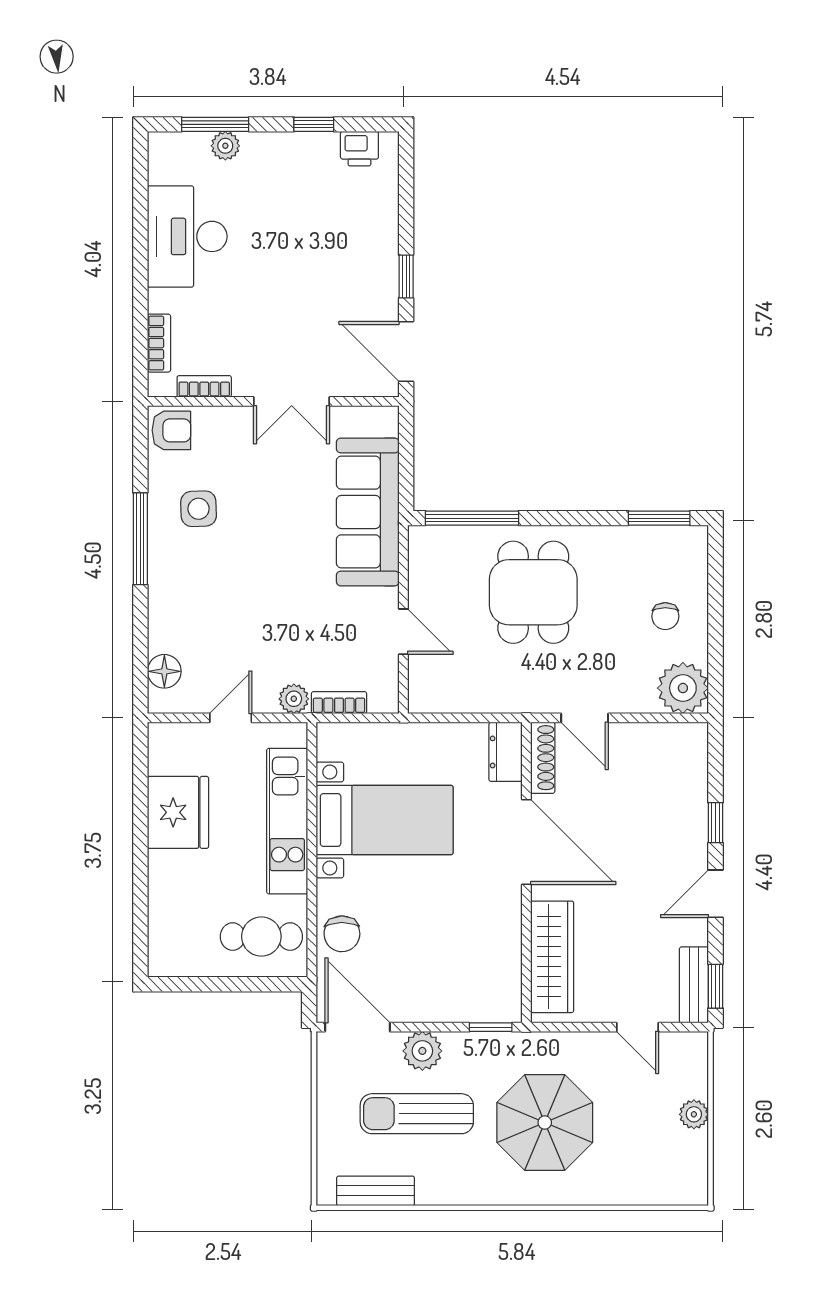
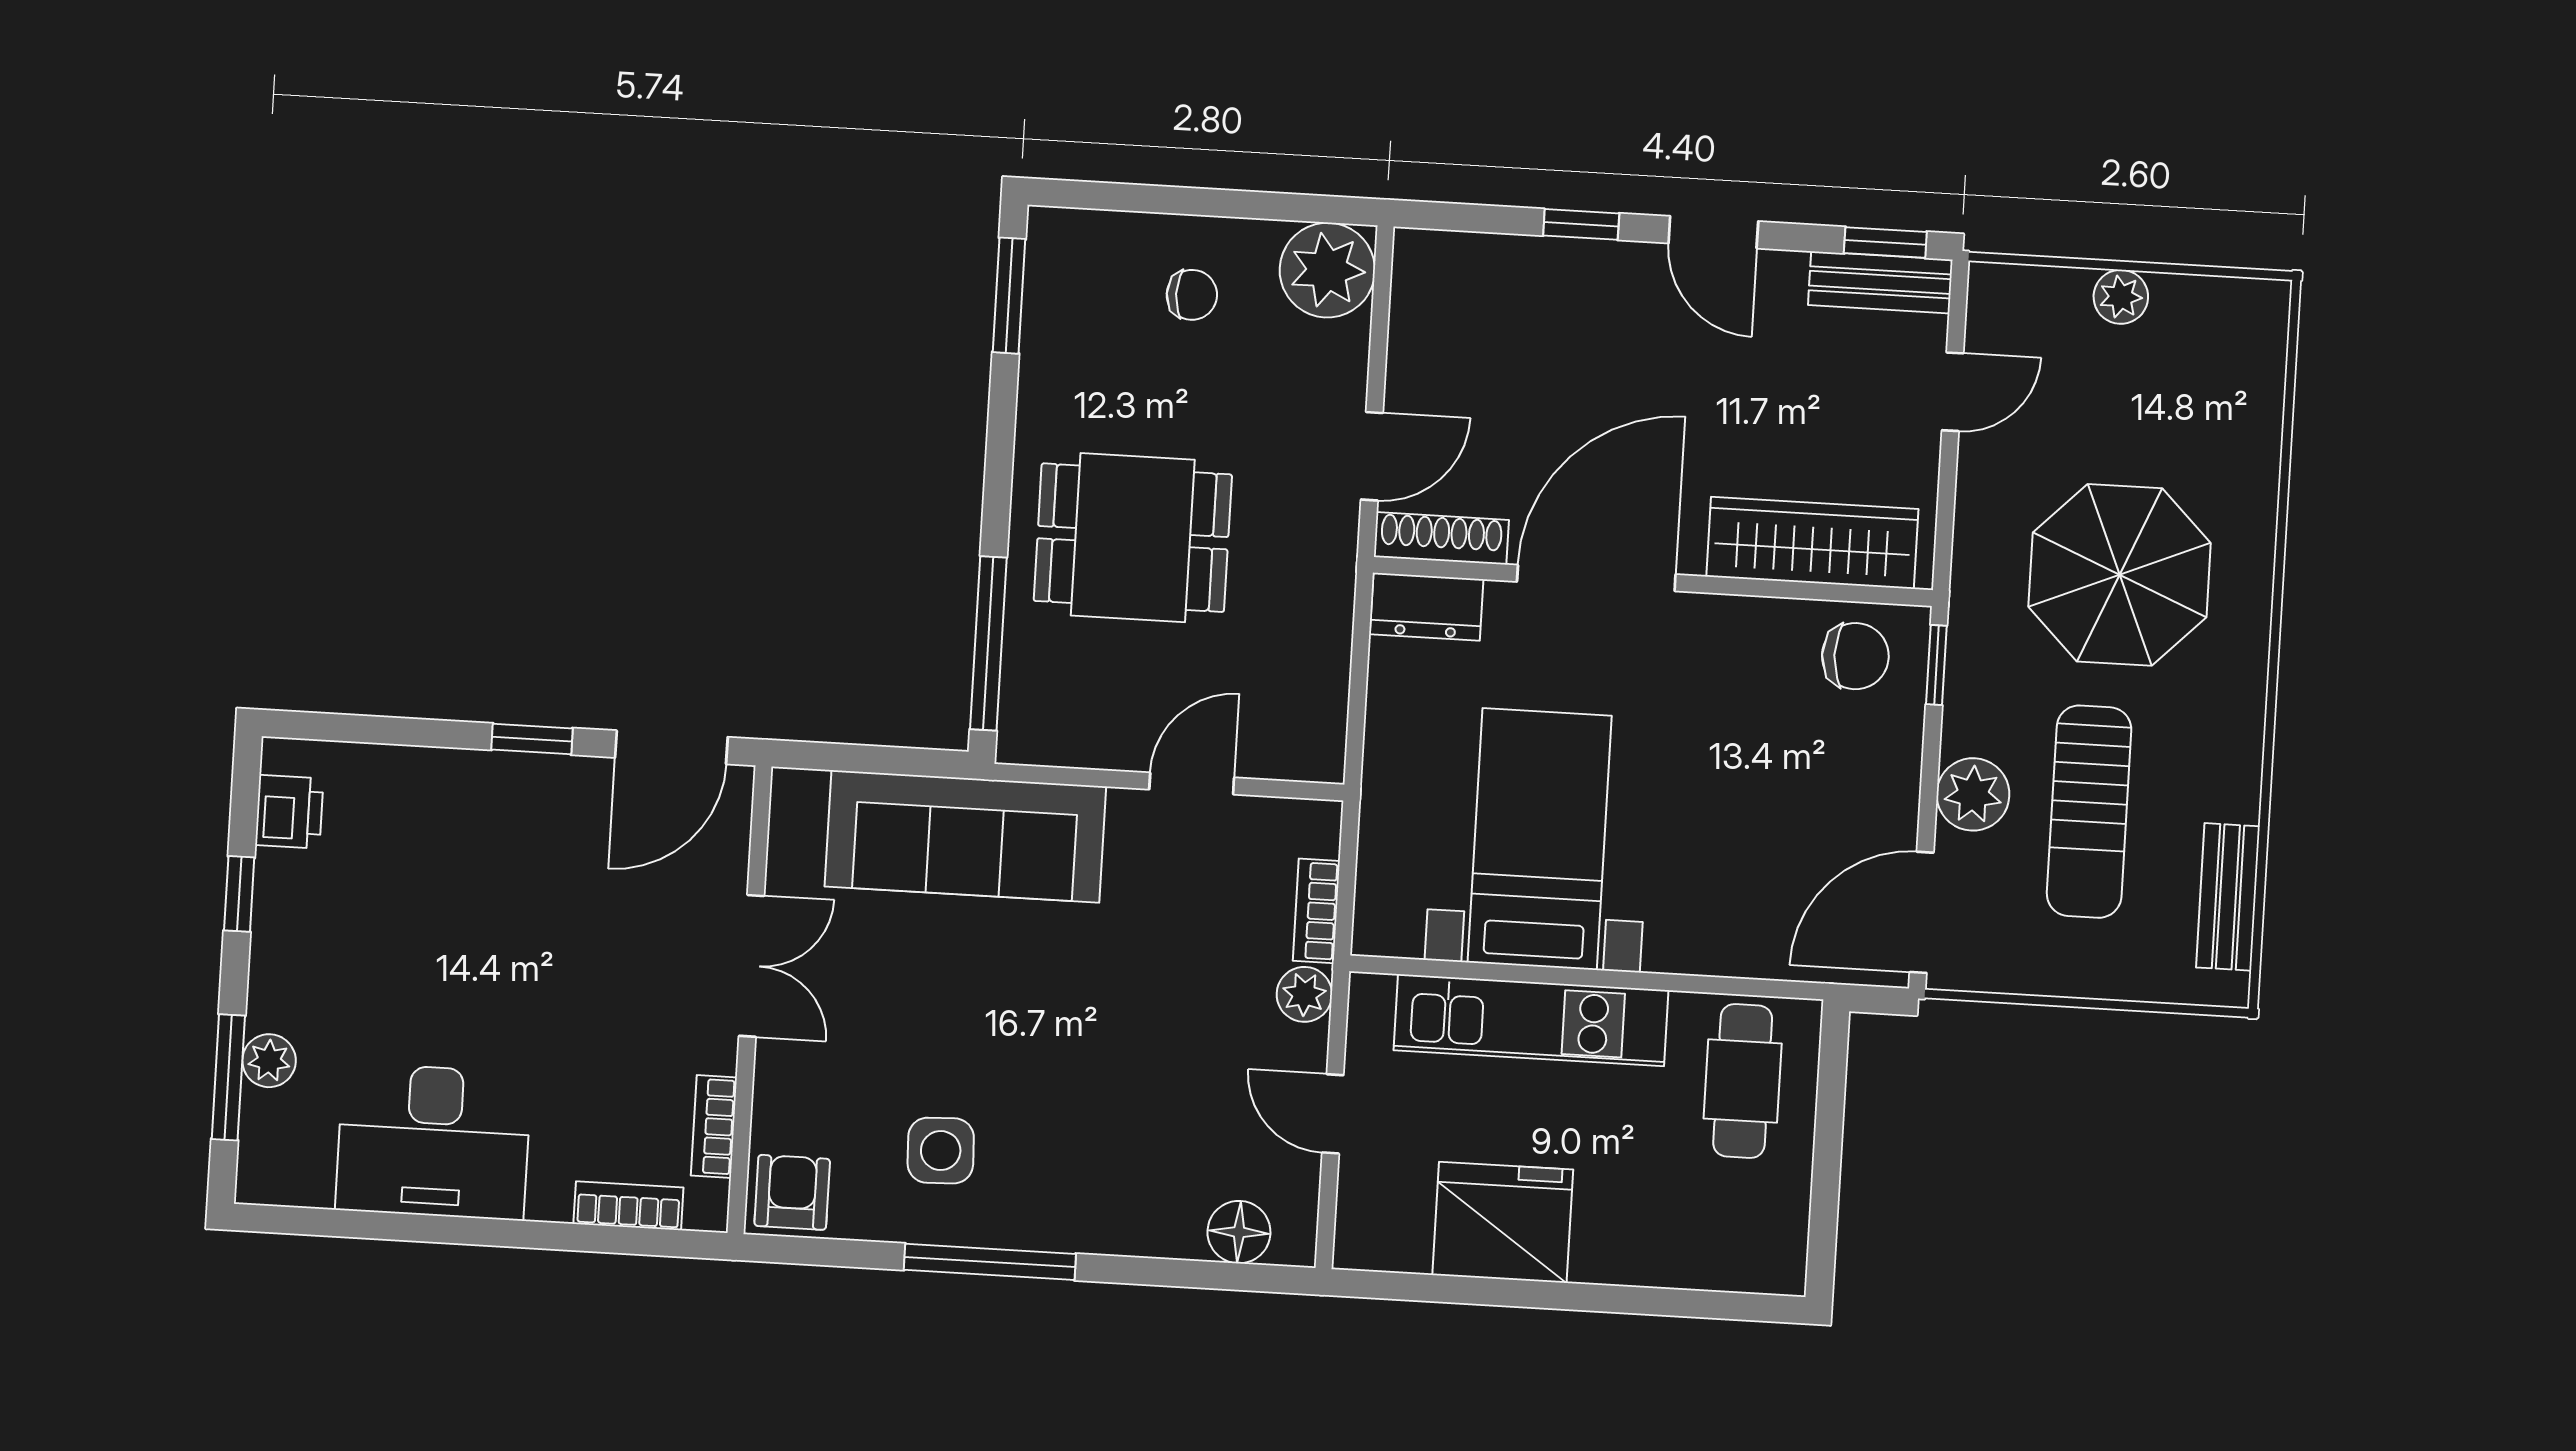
chair: (342, 934) -> (1855, 656), moved

